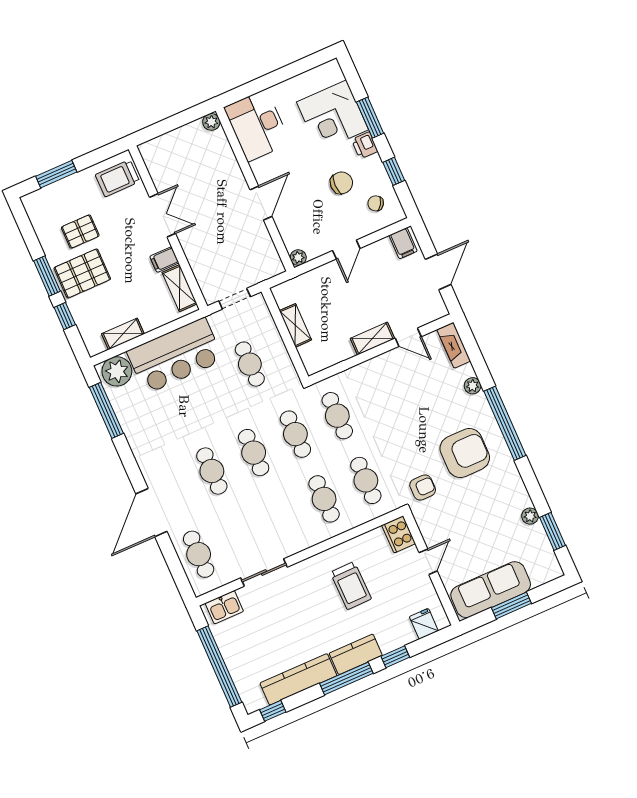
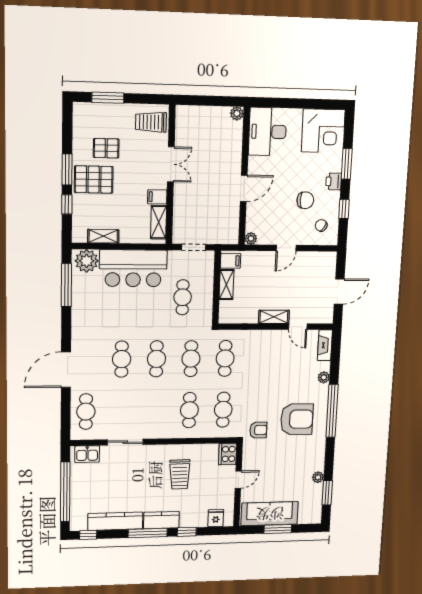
corner desk: (332, 116) -> (323, 131), moved, turned -90
filing cabinet: (403, 243) -> (230, 261), moved, turned -90

